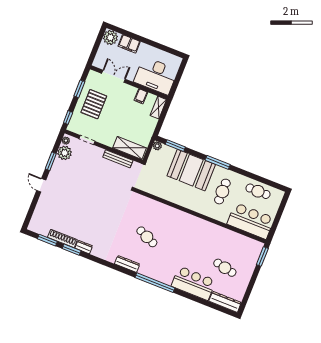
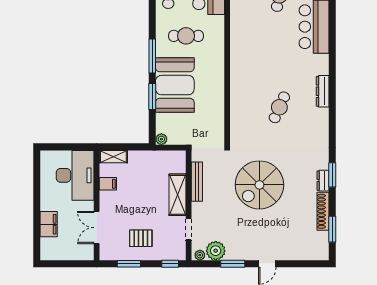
plant: (110, 38) -> (50, 250), removed
pallet: (94, 104) -> (141, 238), width x0.67, depth x0.71
window: (175, 146) -> (152, 96), moved
shelving: (130, 148) -> (178, 195), moved
spiral stairs: (98, 202) -> (259, 185), added
window: (72, 250) -> (332, 175), moved
dresser: (127, 264) -> (323, 91), moved
window: (155, 283) -> (332, 75), removed

